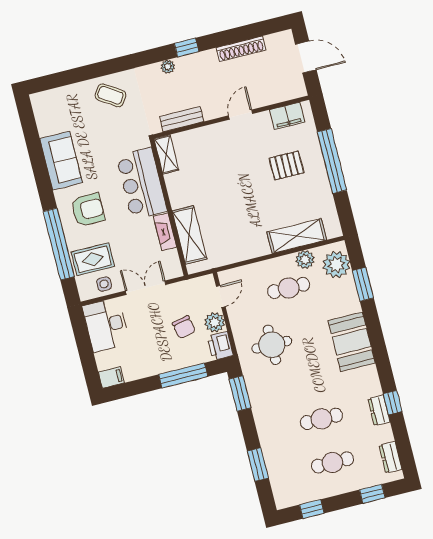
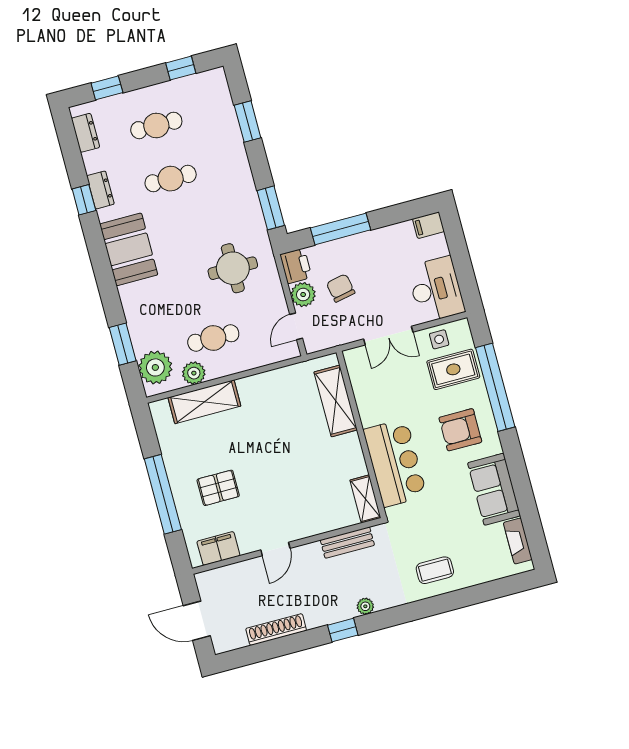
coffee table: (110, 95) -> (435, 570), turned -33
fireplace: (165, 232) -> (518, 541), moved, turned 180
booth: (352, 342) -> (129, 249), moved

